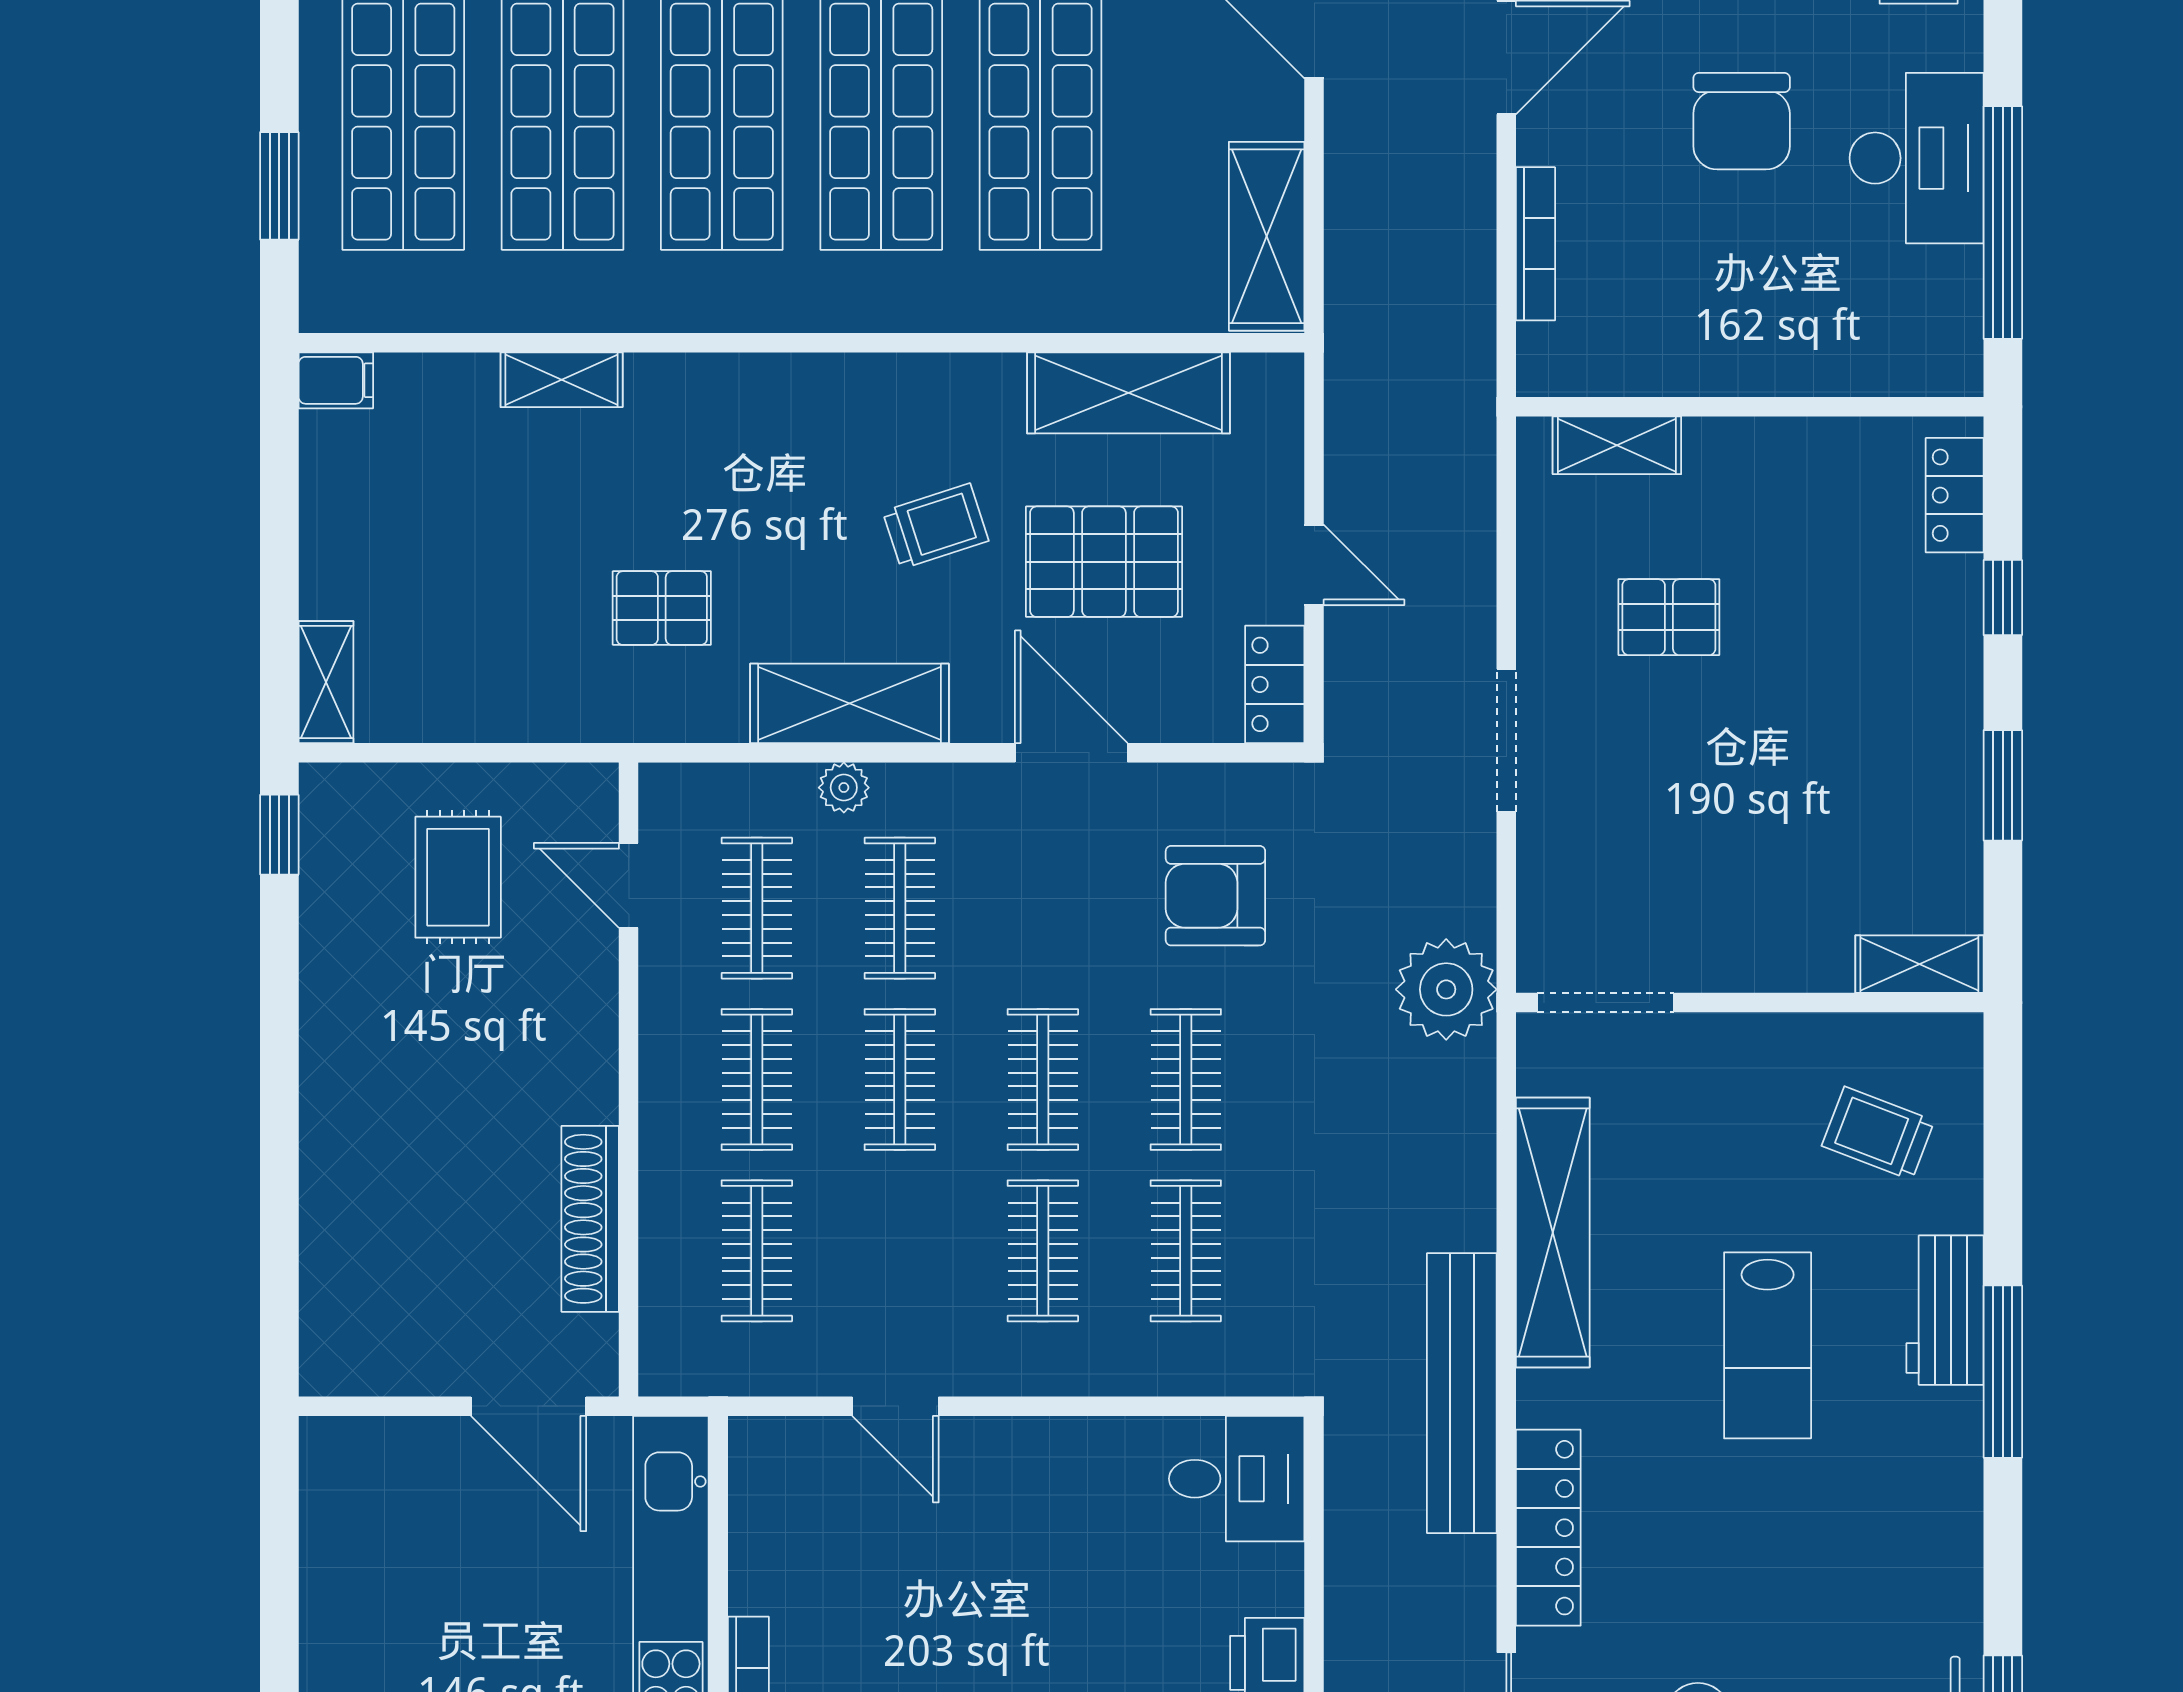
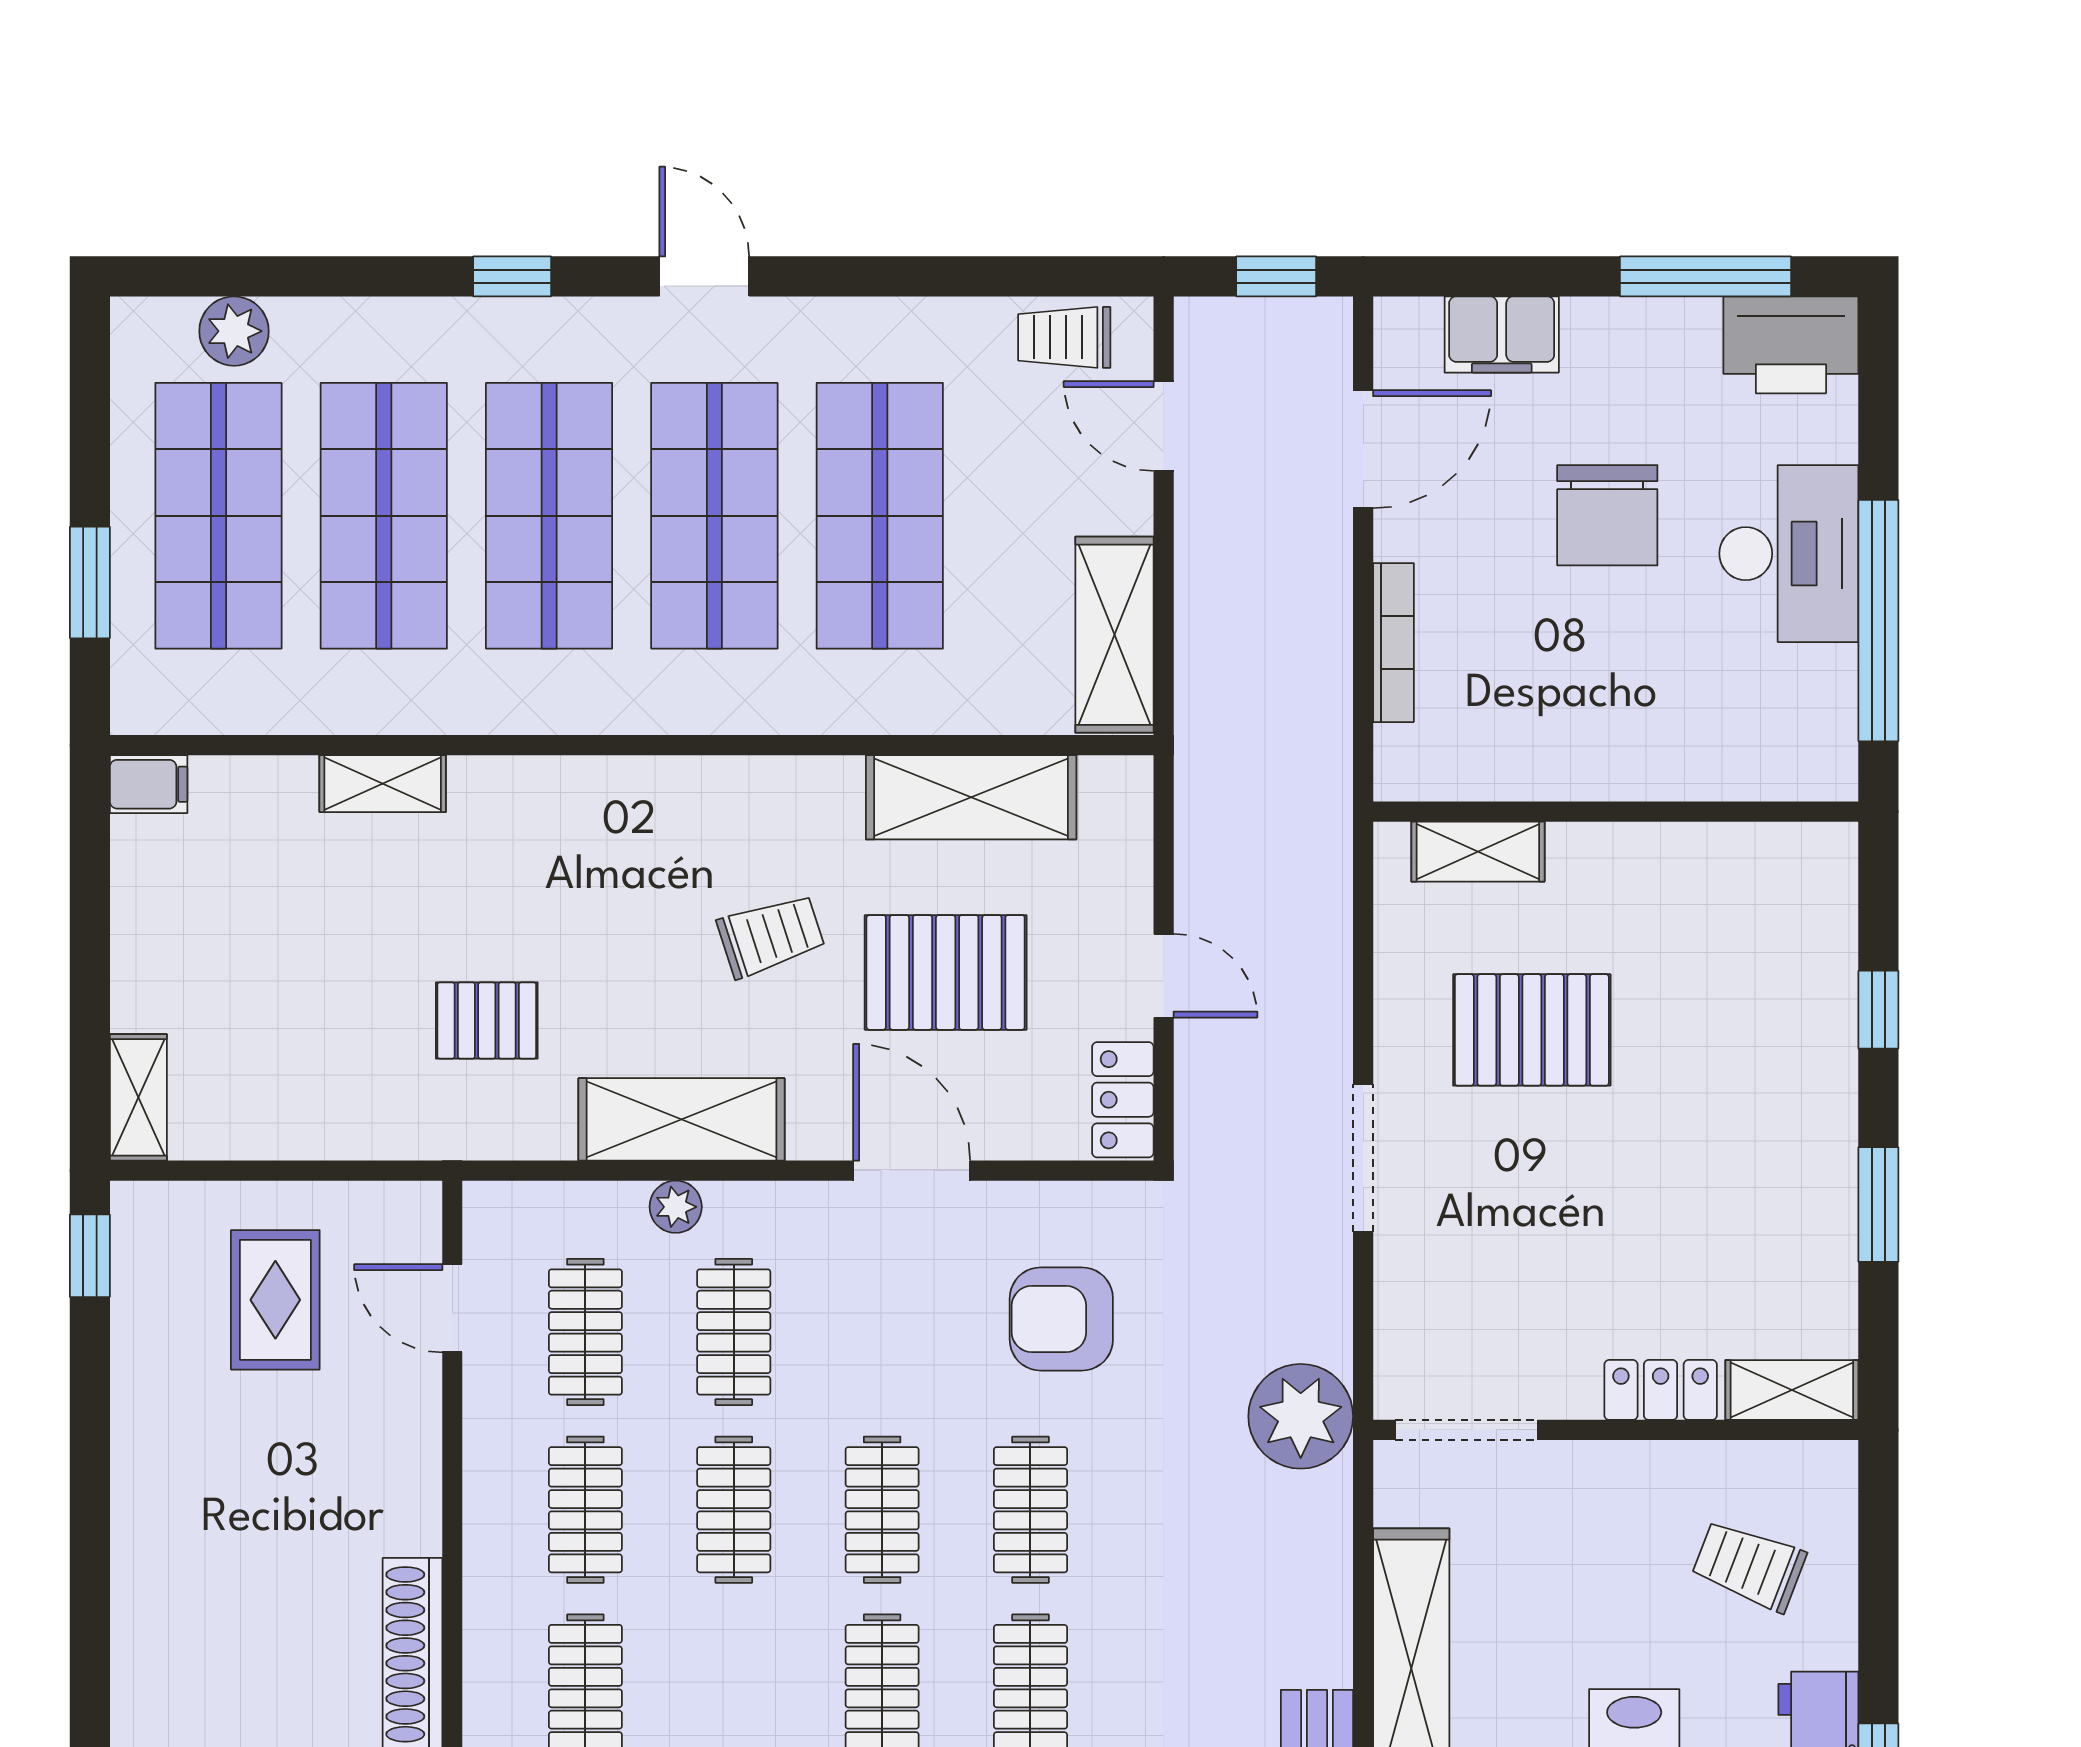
locker: (1955, 495) -> (1661, 1390), moved, turned 90
pallet: (1669, 617) -> (1532, 1030), width x1.50, depth x1.42

